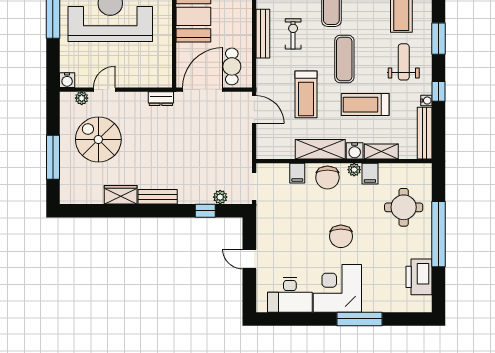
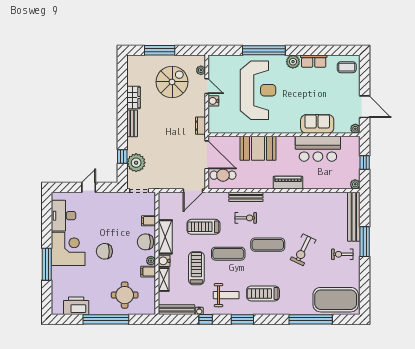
water cooler: (67, 80) -> (213, 101), moved
plant: (220, 197) -> (136, 163), width x1.88, depth x1.88

